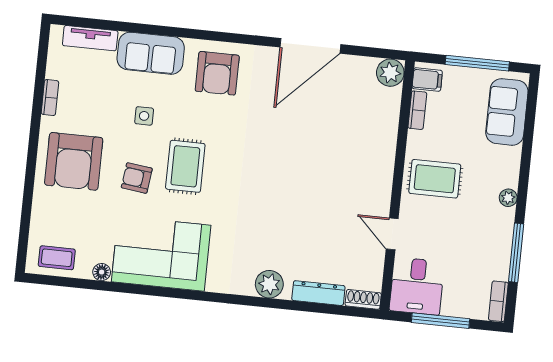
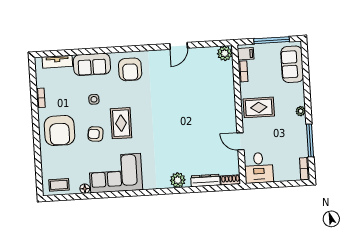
door: (310, 46) -> (179, 46), width x0.53
window: (440, 321) -> (275, 185), removed

